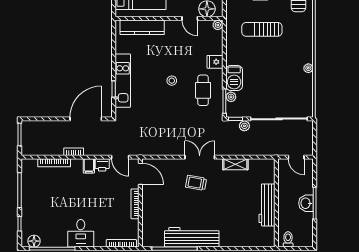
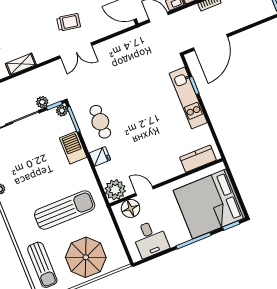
plant: (218, 25) -> (115, 190), width x1.88, depth x1.88
kitchen counter: (142, 27) -> (198, 159), width x0.67
sun lounger: (262, 29) -> (65, 210), width x1.36, depth x1.34
stool: (172, 81) -> (137, 119), removed
plant: (231, 97) -> (62, 111), moved
shelving: (235, 164) -> (21, 64), moved

